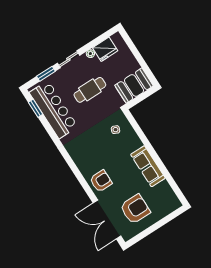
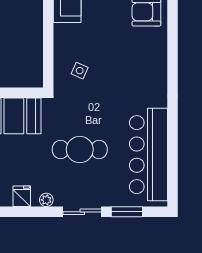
fridge: (105, 49) -> (22, 196), width x0.53, depth x0.75
window: (36, 108) -> (172, 173), removed

